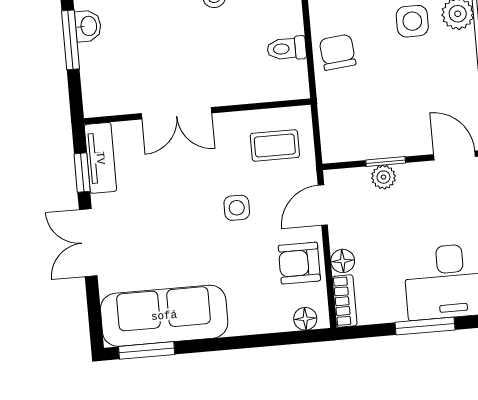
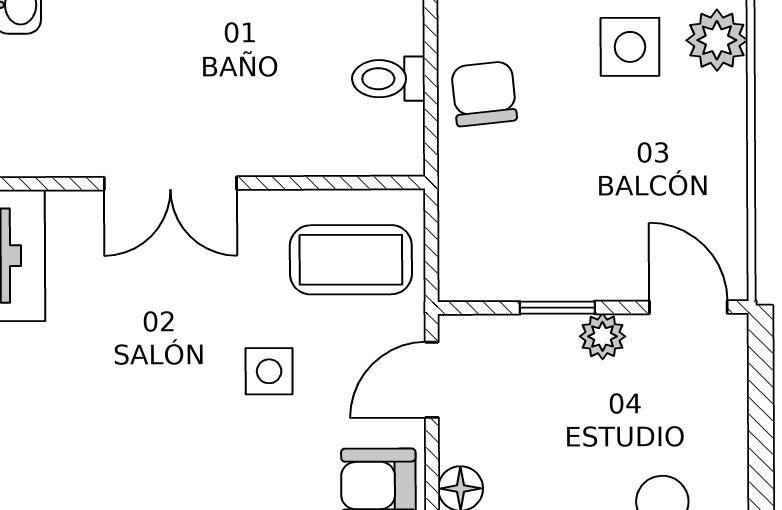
coffee table: (275, 145) -> (351, 260), width x1.36, depth x1.30
plant: (383, 177) -> (602, 336), moved

